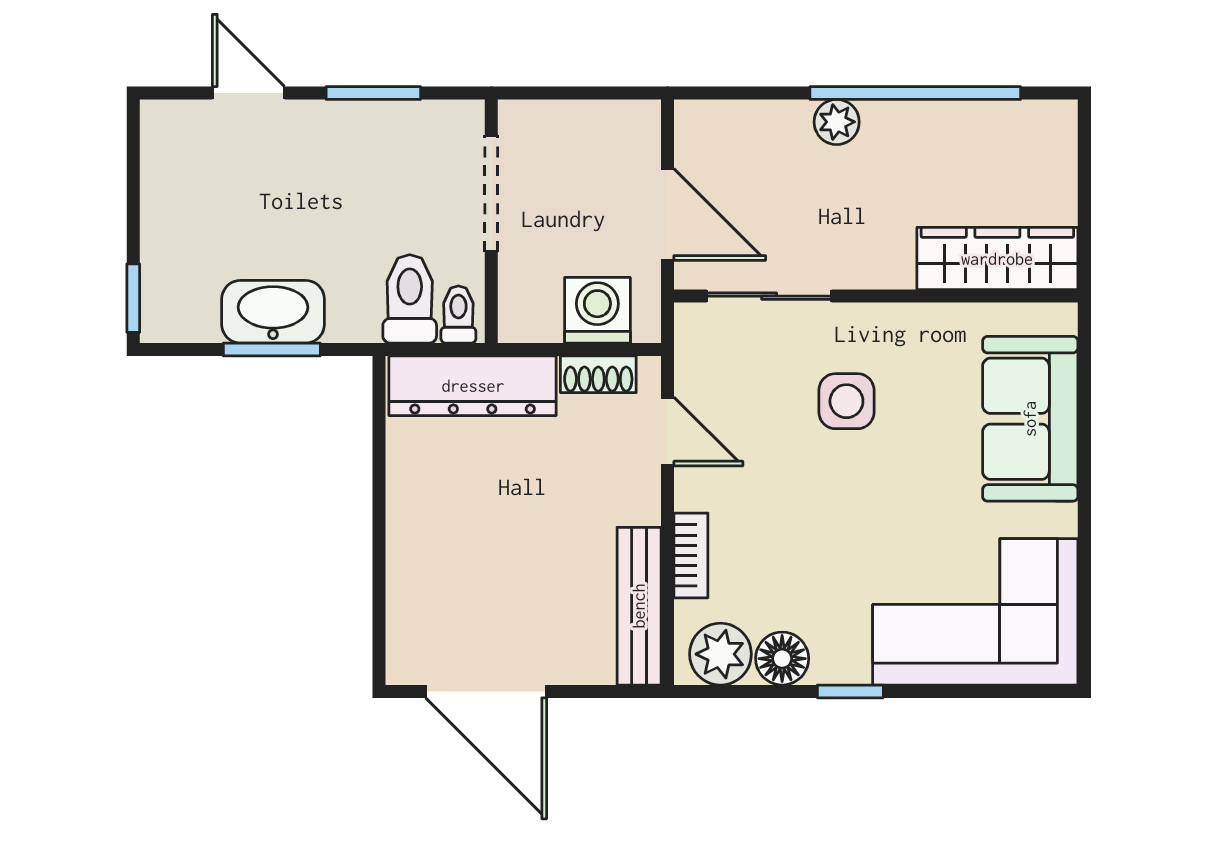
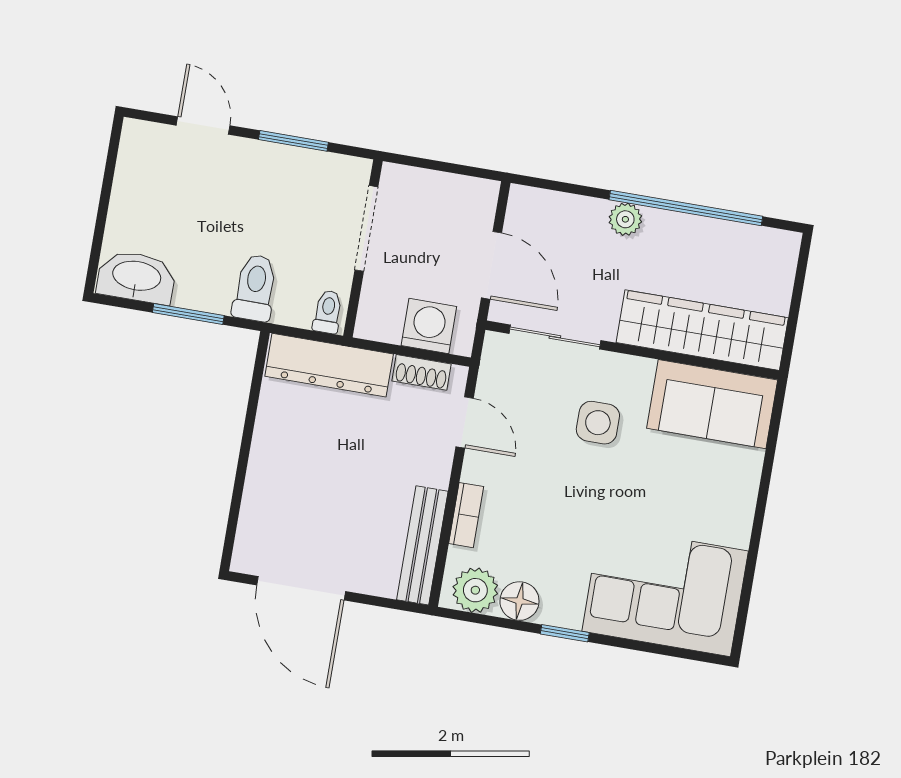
wardrobe: (997, 259) -> (702, 330), width x1.40, depth x1.17
window: (133, 298) -> (94, 260), removed
toilet: (410, 299) -> (255, 288), moved
washbasin: (273, 312) -> (136, 277), moved
sofa: (1030, 419) -> (712, 404), moved, turned -90

